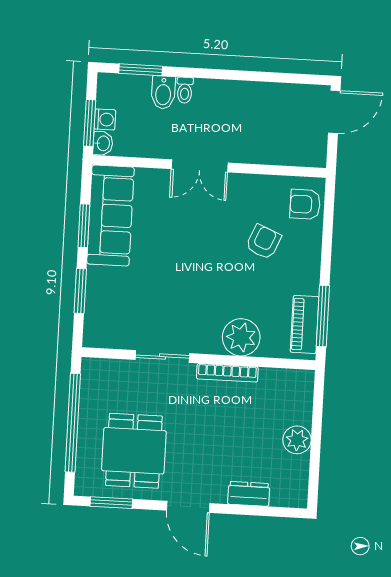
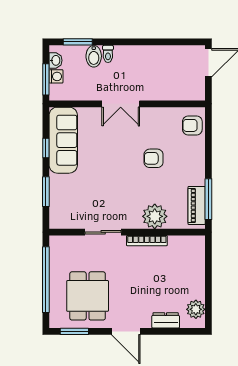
washbasin: (103, 143) -> (55, 60), moved
window: (84, 226) -> (46, 148), width x0.67
armchair: (263, 242) -> (154, 158), moved, turned -113
plant: (297, 440) -> (196, 309), moved

